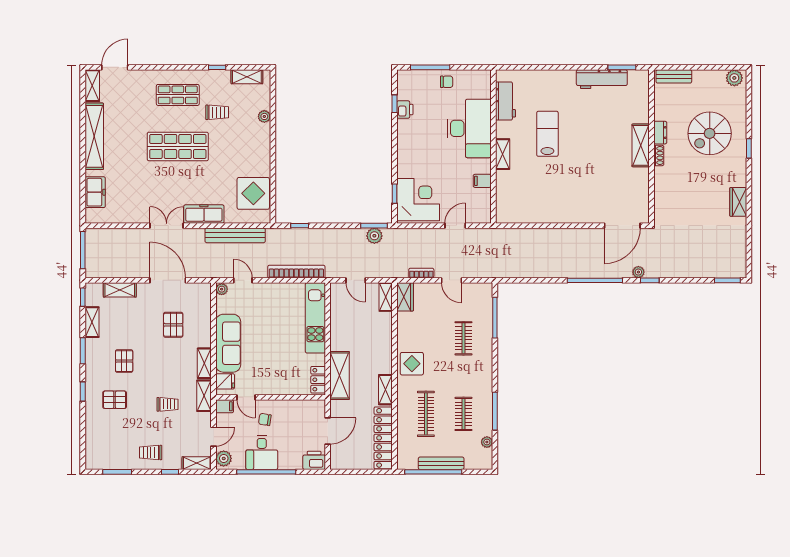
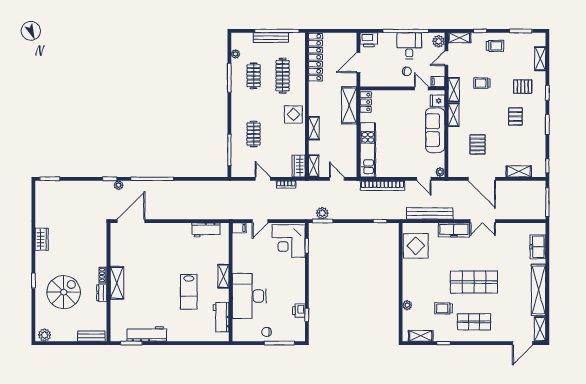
filing cabinet: (482, 181) -> (239, 228), moved
workbench: (525, 214) -> (206, 230), added
shelving: (92, 322) -> (540, 59), moved
shelving: (385, 390) -> (314, 128), moved

